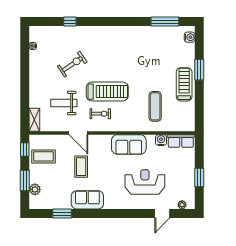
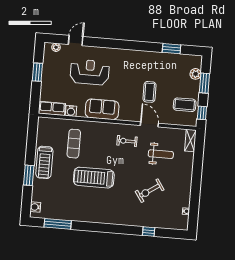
treadmill: (107, 92) -> (94, 178), moved
reception desk: (145, 182) -> (90, 72), turned 180
sofa: (87, 200) -> (146, 60), removed

